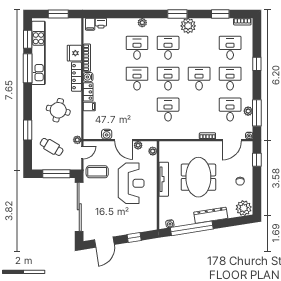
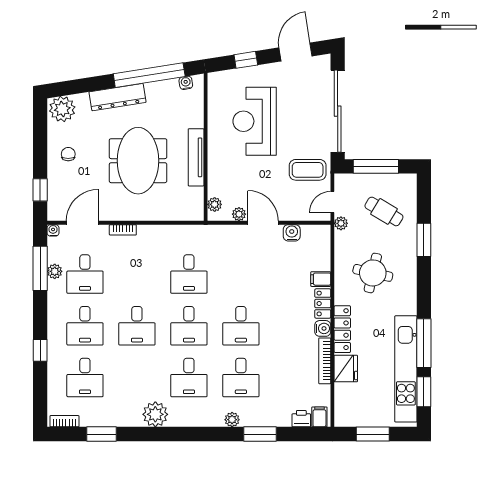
window: (177, 14) -> (260, 434), moved
reception desk: (131, 183) -> (255, 121), moved

